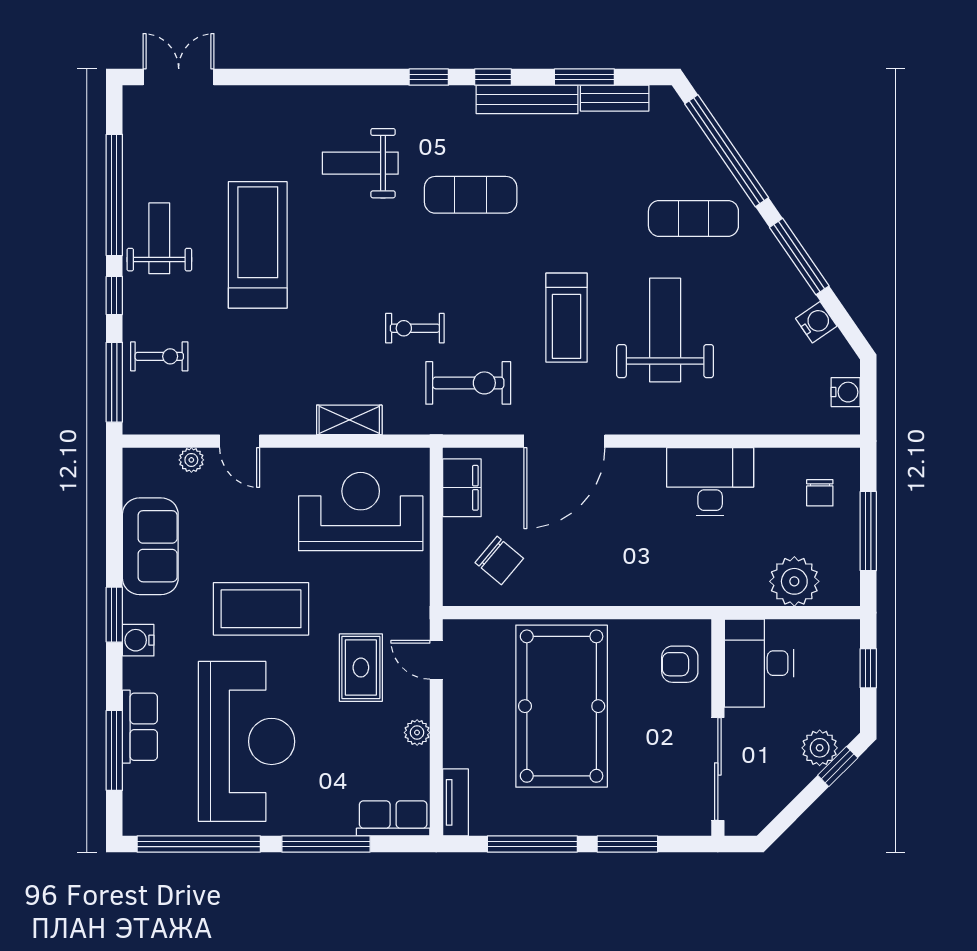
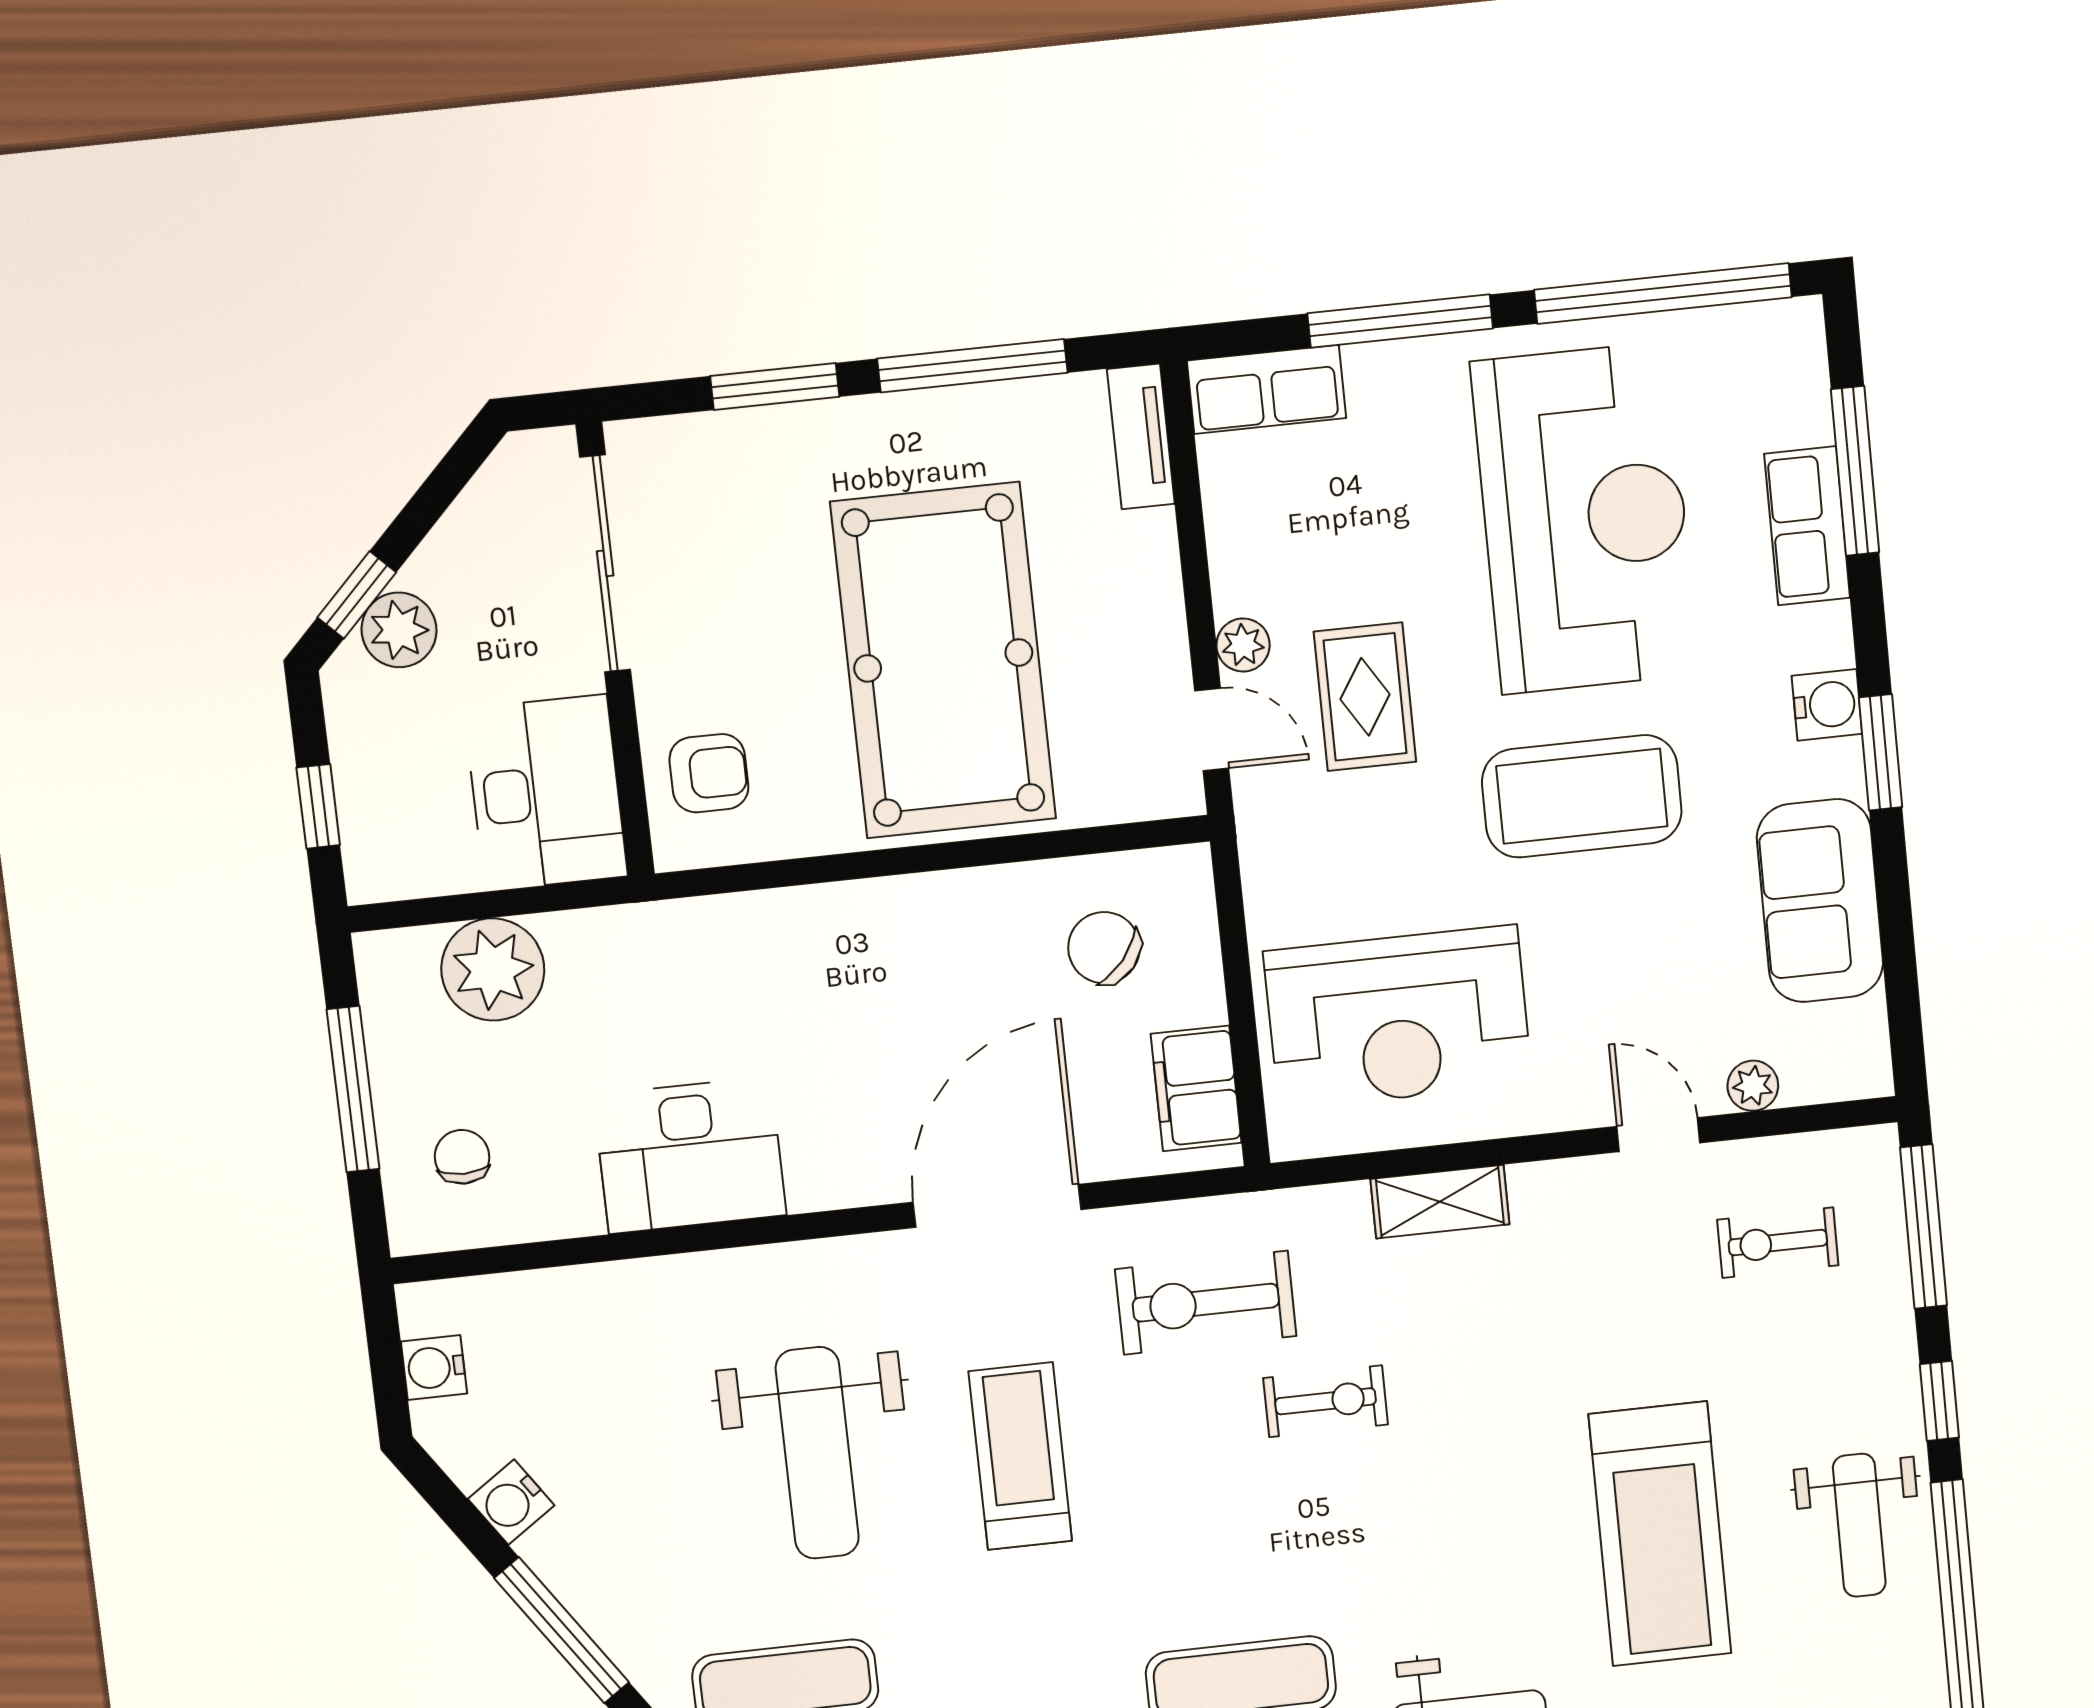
exercise bike: (159, 356) -> (1778, 1243), moved
plant: (417, 733) -> (1243, 645), moved
reception desk: (247, 741) -> (1585, 518), turned 180

